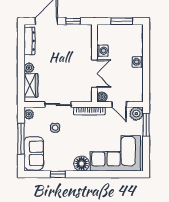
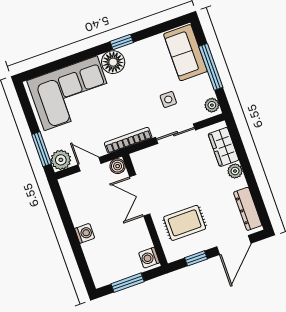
rug: (72, 46) -> (185, 223), added
washing machine: (102, 51) -> (149, 258), moved
window: (58, 174) -> (122, 42), moved

